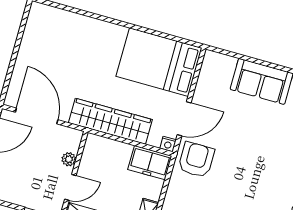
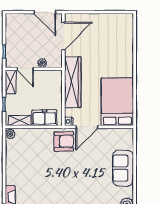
door: (184, 119) -> (87, 127), hinge flipped
freezer: (150, 163) -> (44, 118), moved, turned 90

